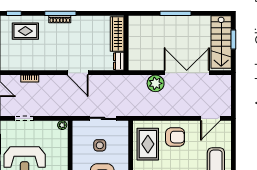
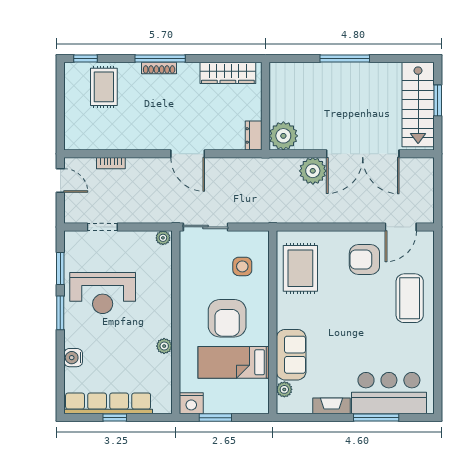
rug: (25, 31) -> (104, 87), turned 90
wardrobe: (117, 34) -> (228, 73), moved, turned -90
plant: (137, 62) -> (283, 136), added
double door: (187, 73) -> (363, 154), swing flipped
sliding door: (103, 118) -> (205, 227), moved
armchair: (175, 137) -> (364, 259), moved, turned 180
side table: (100, 145) -> (242, 266), moved

